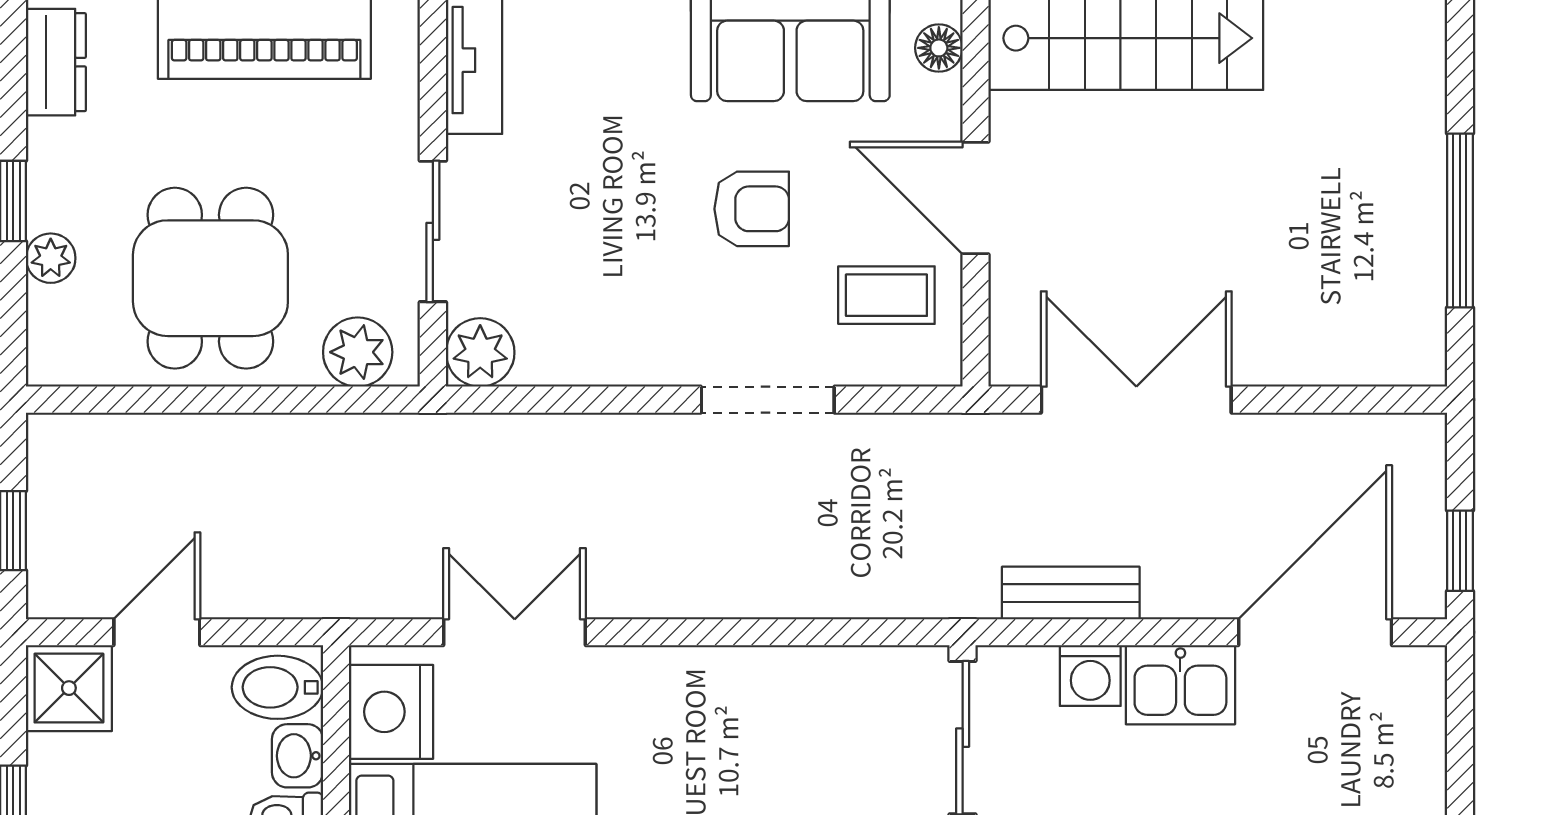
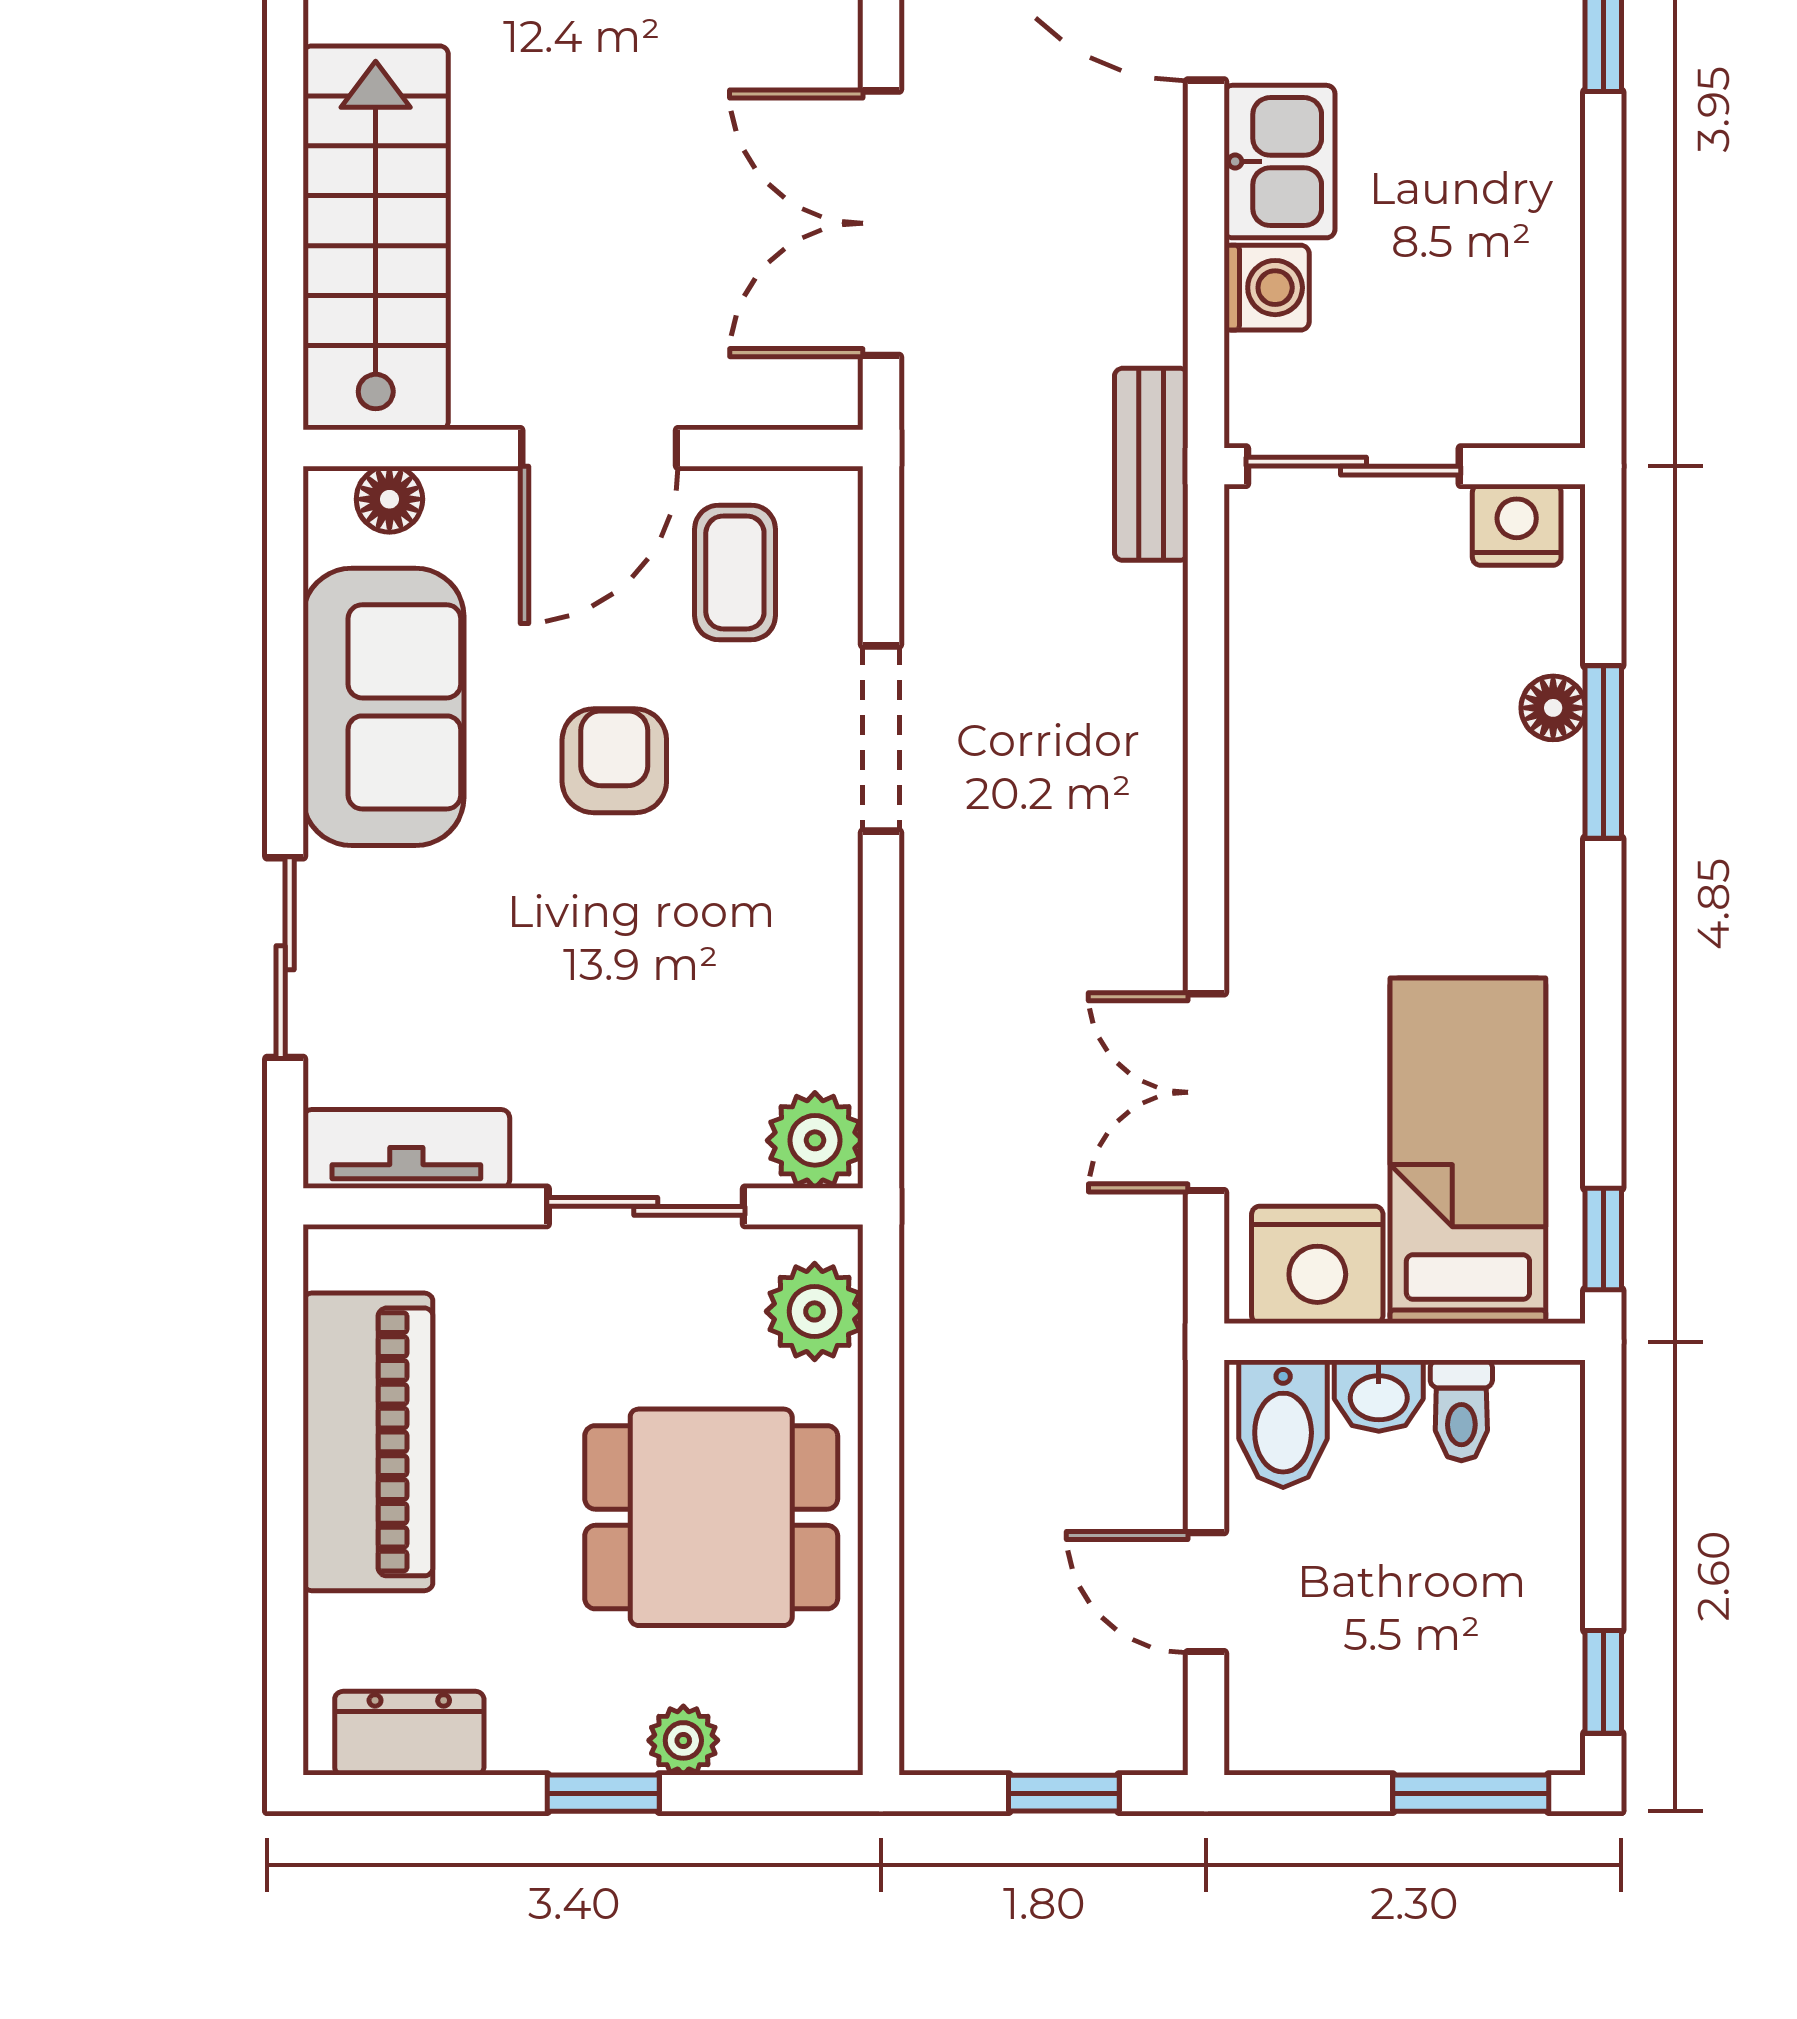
bench: (1071, 593) -> (1151, 464), moved
shower: (69, 688) -> (1284, 1715), removed

